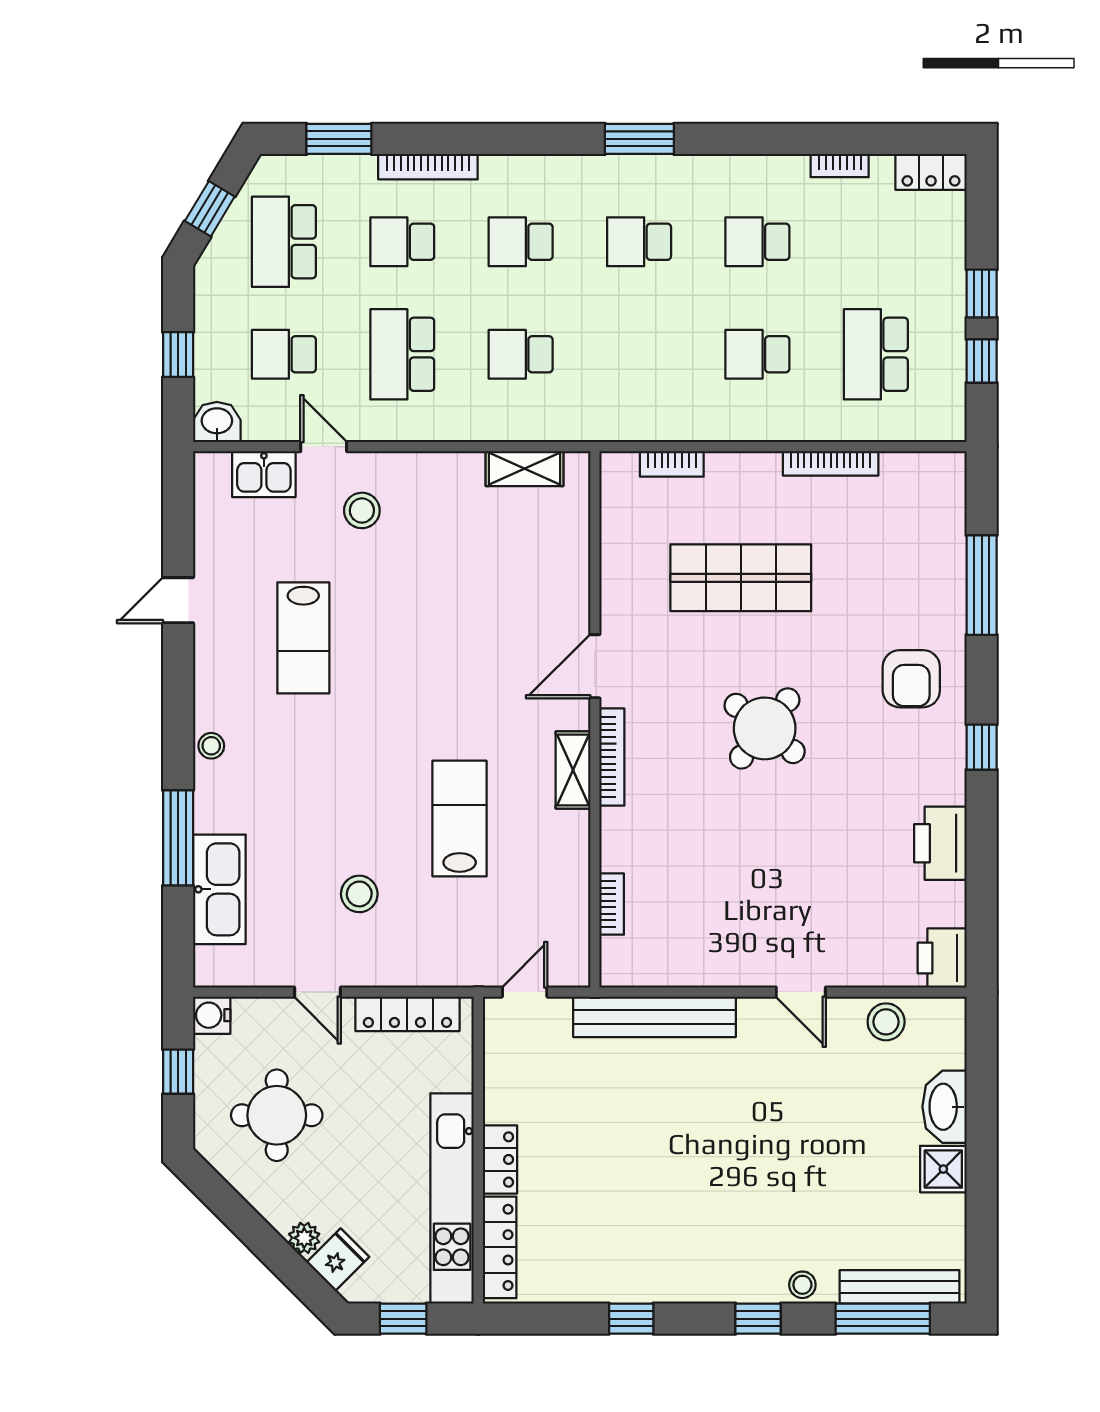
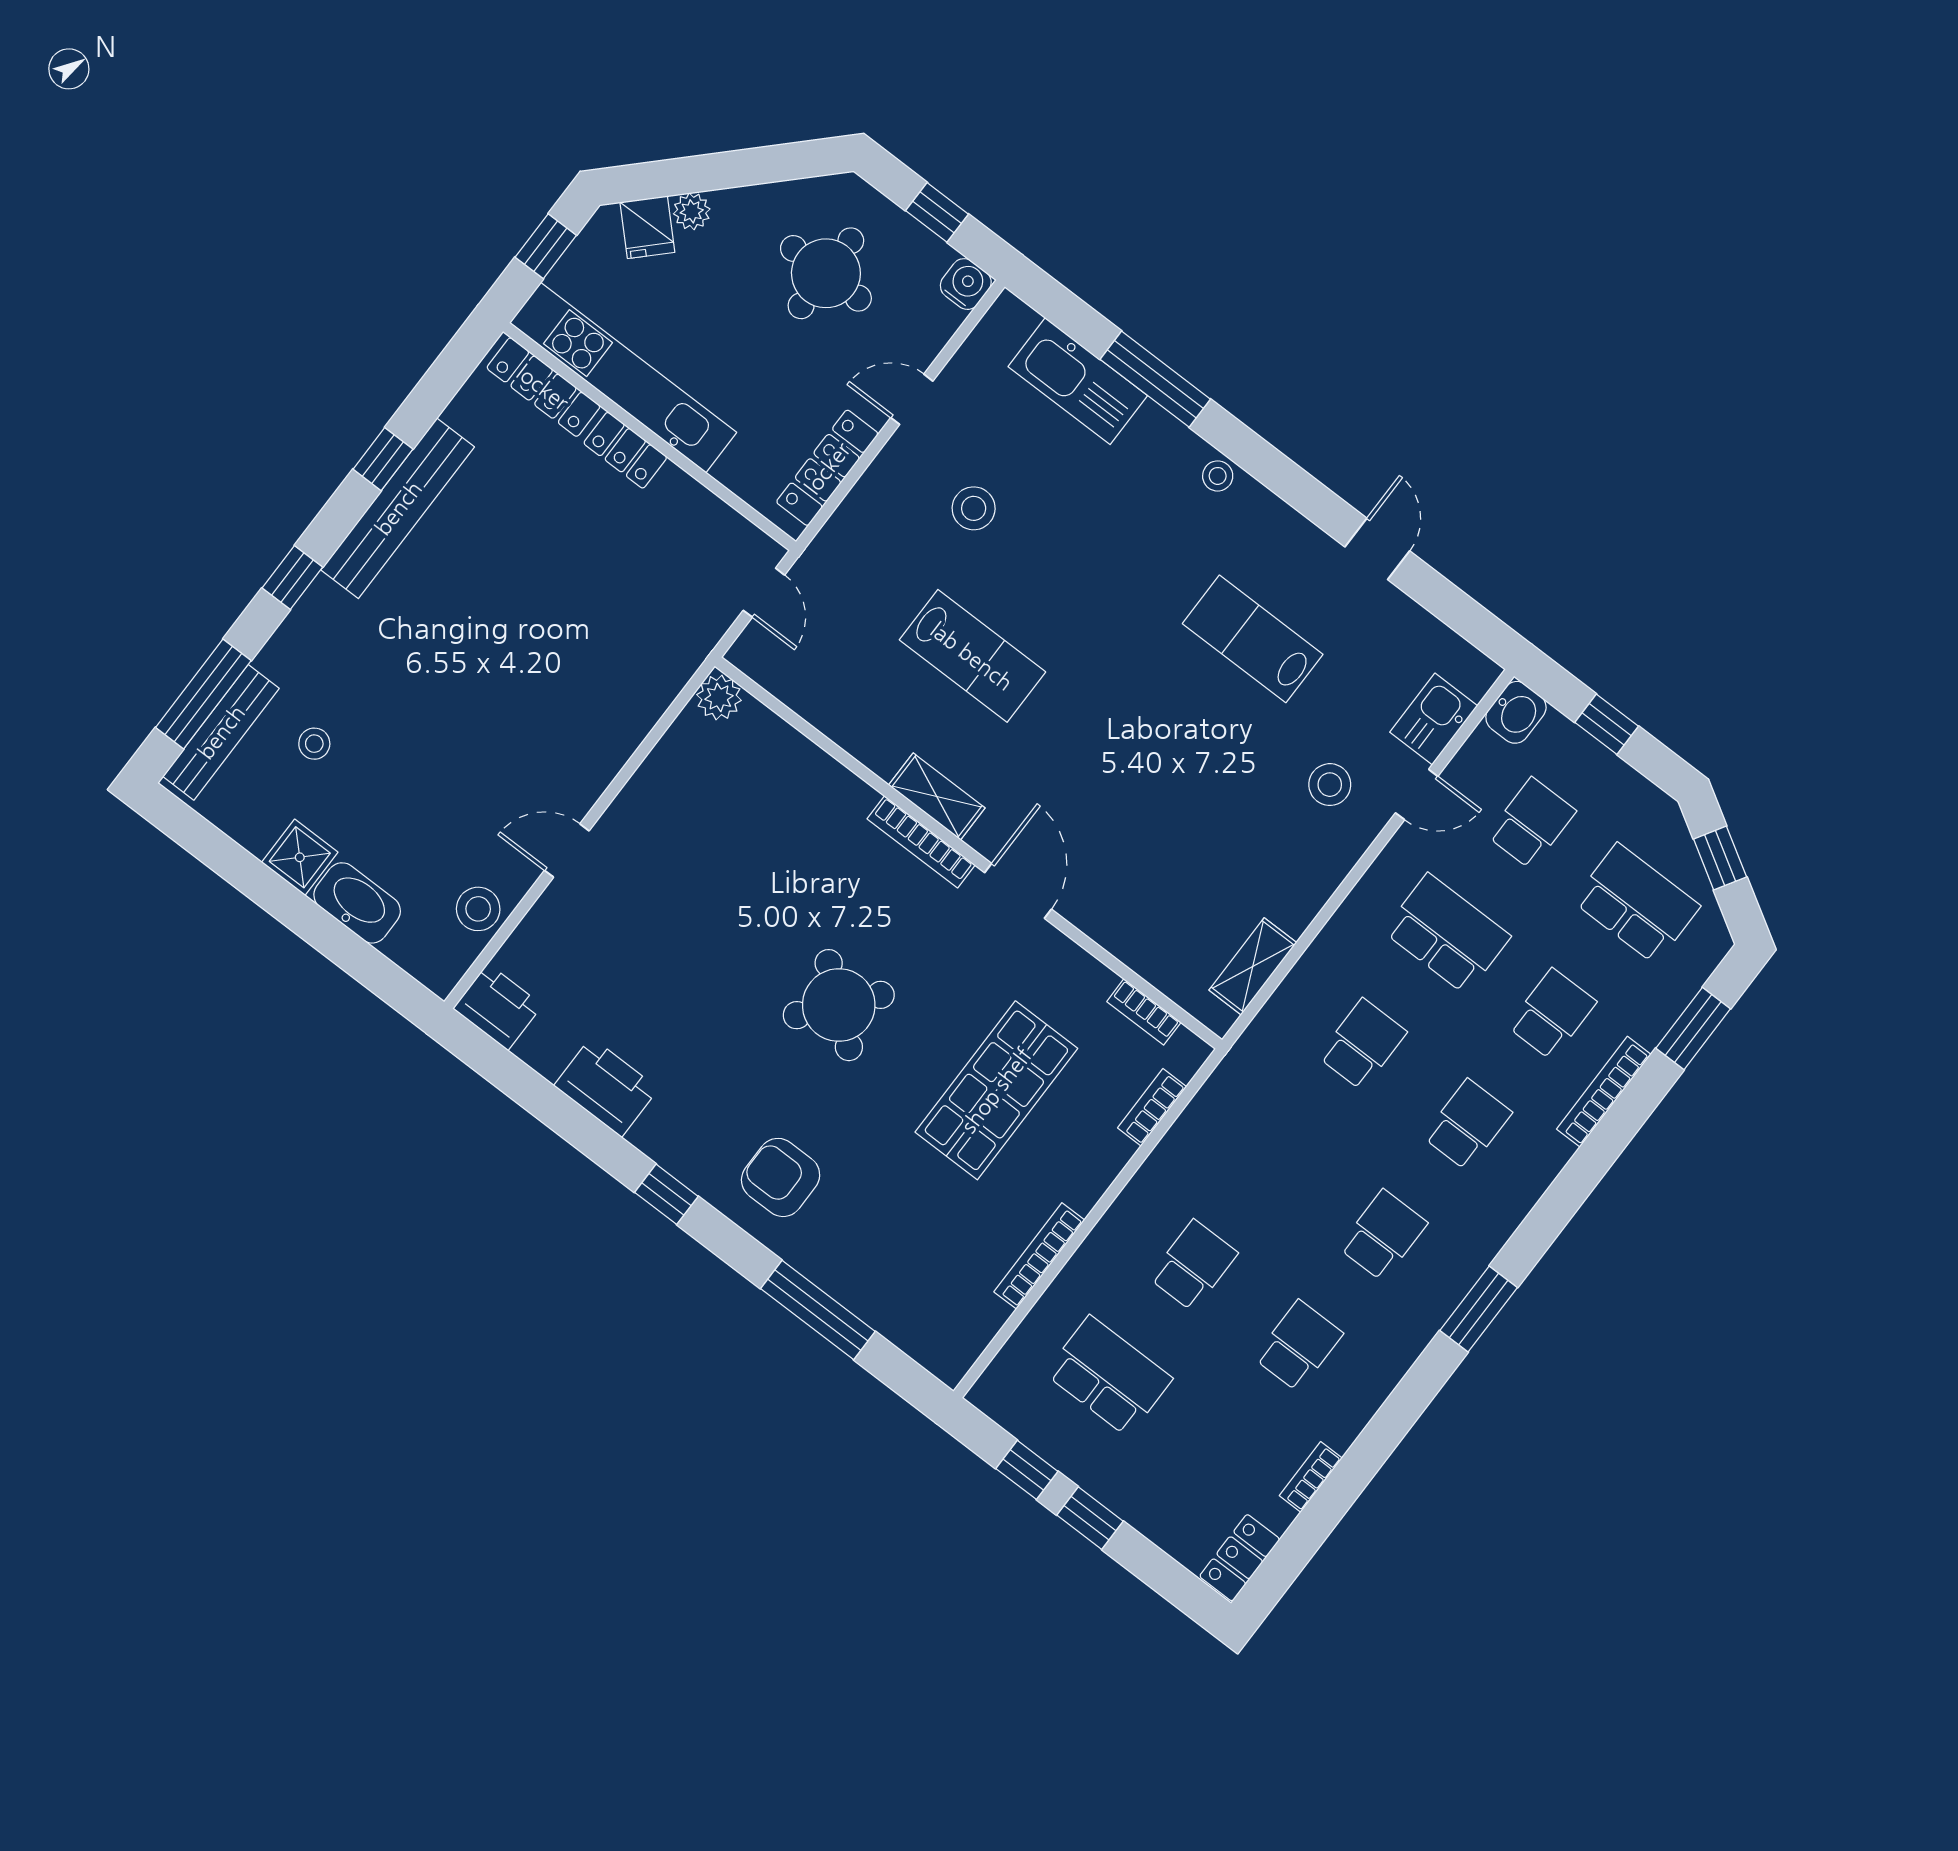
bookcase: (612, 904) -> (1144, 1012), moved
plant: (619, 968) -> (719, 697), added
bench: (654, 1017) -> (398, 508), moved
stool: (802, 1285) -> (314, 744), moved

